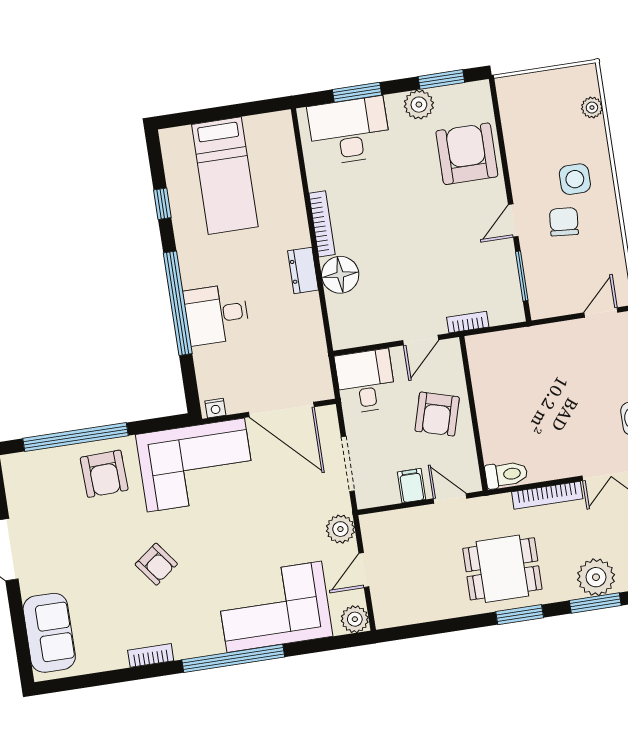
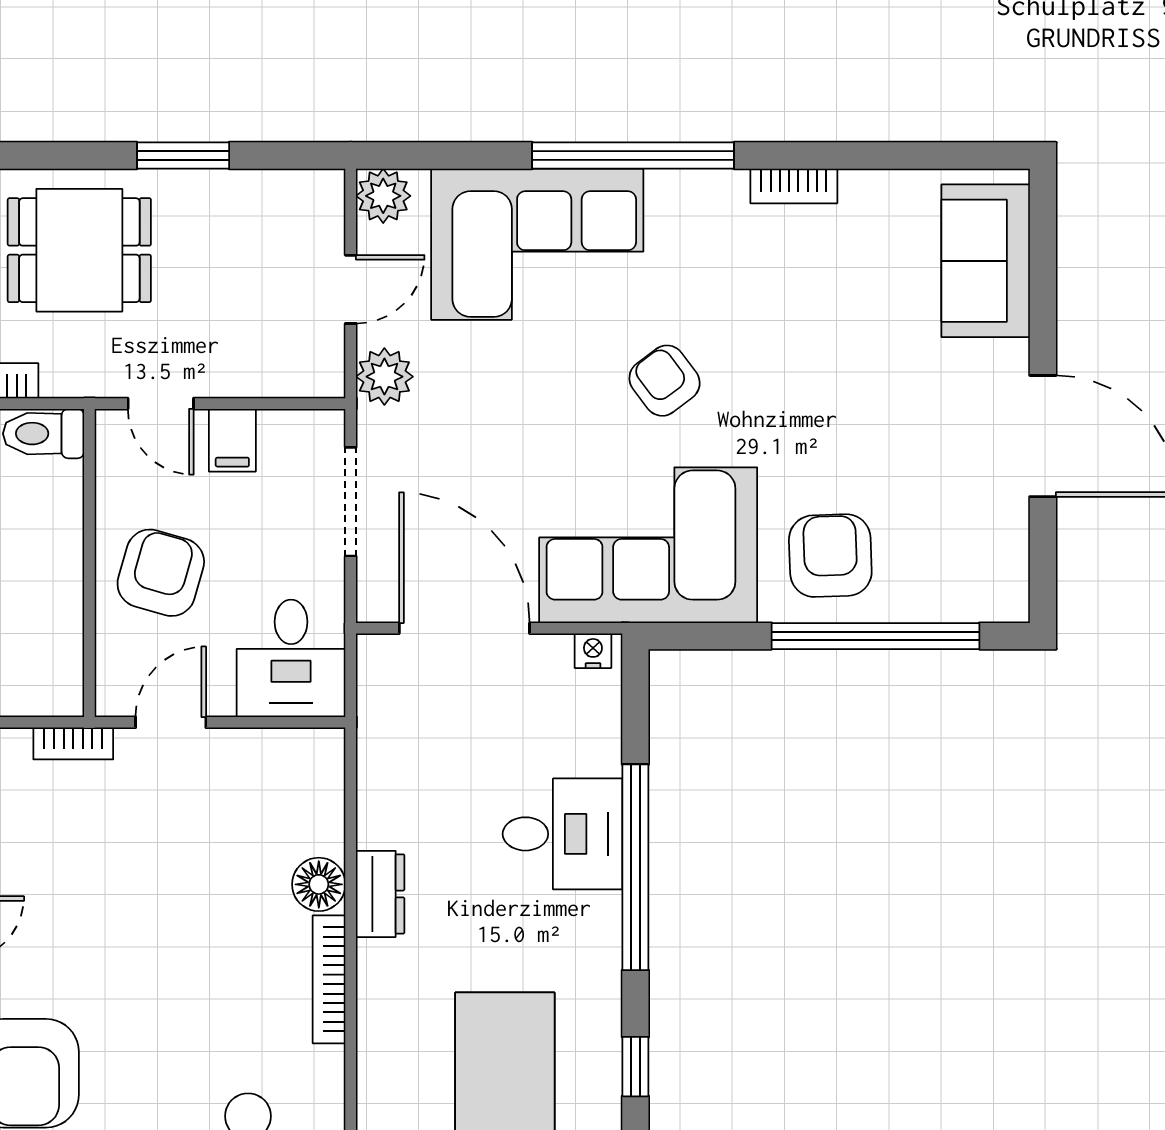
floor lamp: (340, 275) -> (319, 884), width x0.73, depth x0.73
armchair: (156, 564) -> (665, 381), moved
window: (520, 615) -> (183, 155), moved

